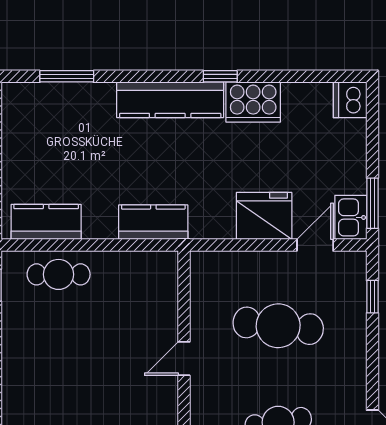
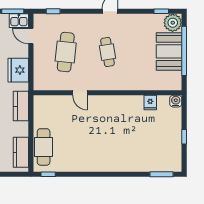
fridge: (264, 216) -> (18, 70), moved
cafe table: (59, 274) -> (44, 147), width x1.37, depth x1.35

